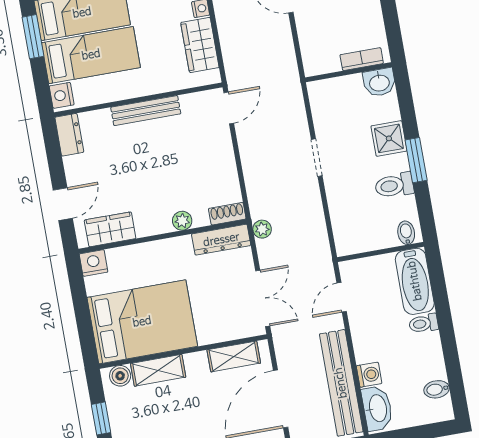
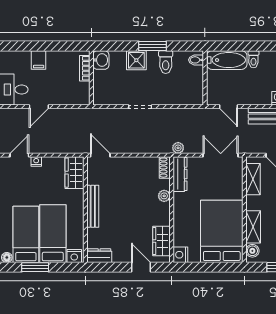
wardrobe: (200, 45) -> (75, 173), moved, turned 90

